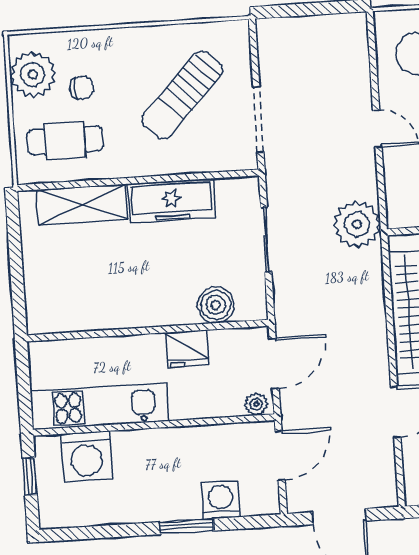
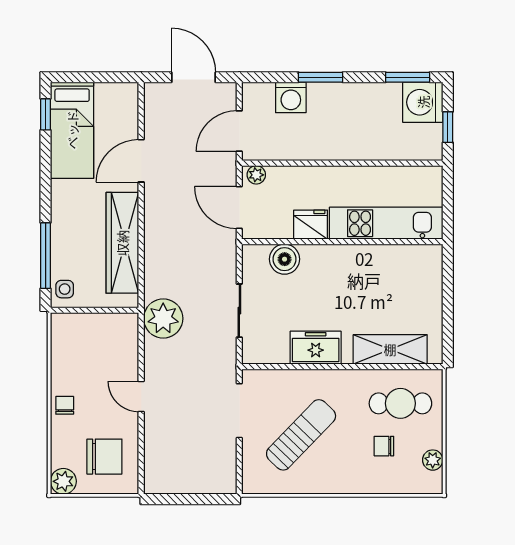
plant: (33, 74) -> (433, 460), width x0.53, depth x0.53
freezer: (171, 201) -> (316, 348), width x0.71
door: (274, 363) -> (239, 208), hinge flipped
kitchen unit: (100, 406) -> (386, 223), moved, turned 180
washing machine: (87, 456) -> (423, 102), moved, turned -90
window: (82, 533) -> (408, 77), added

